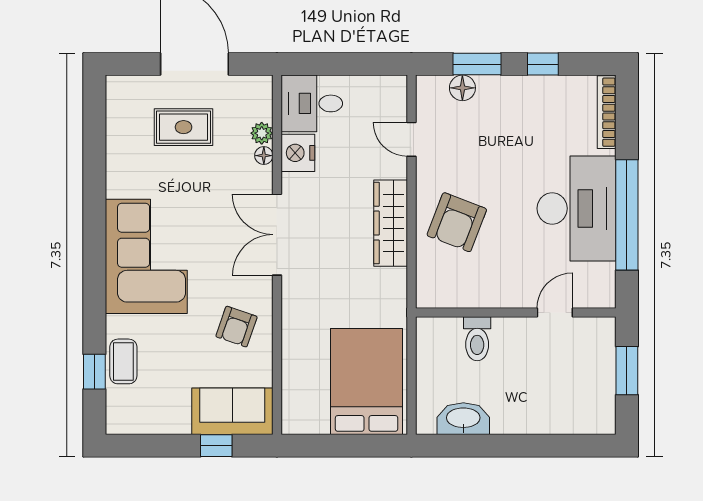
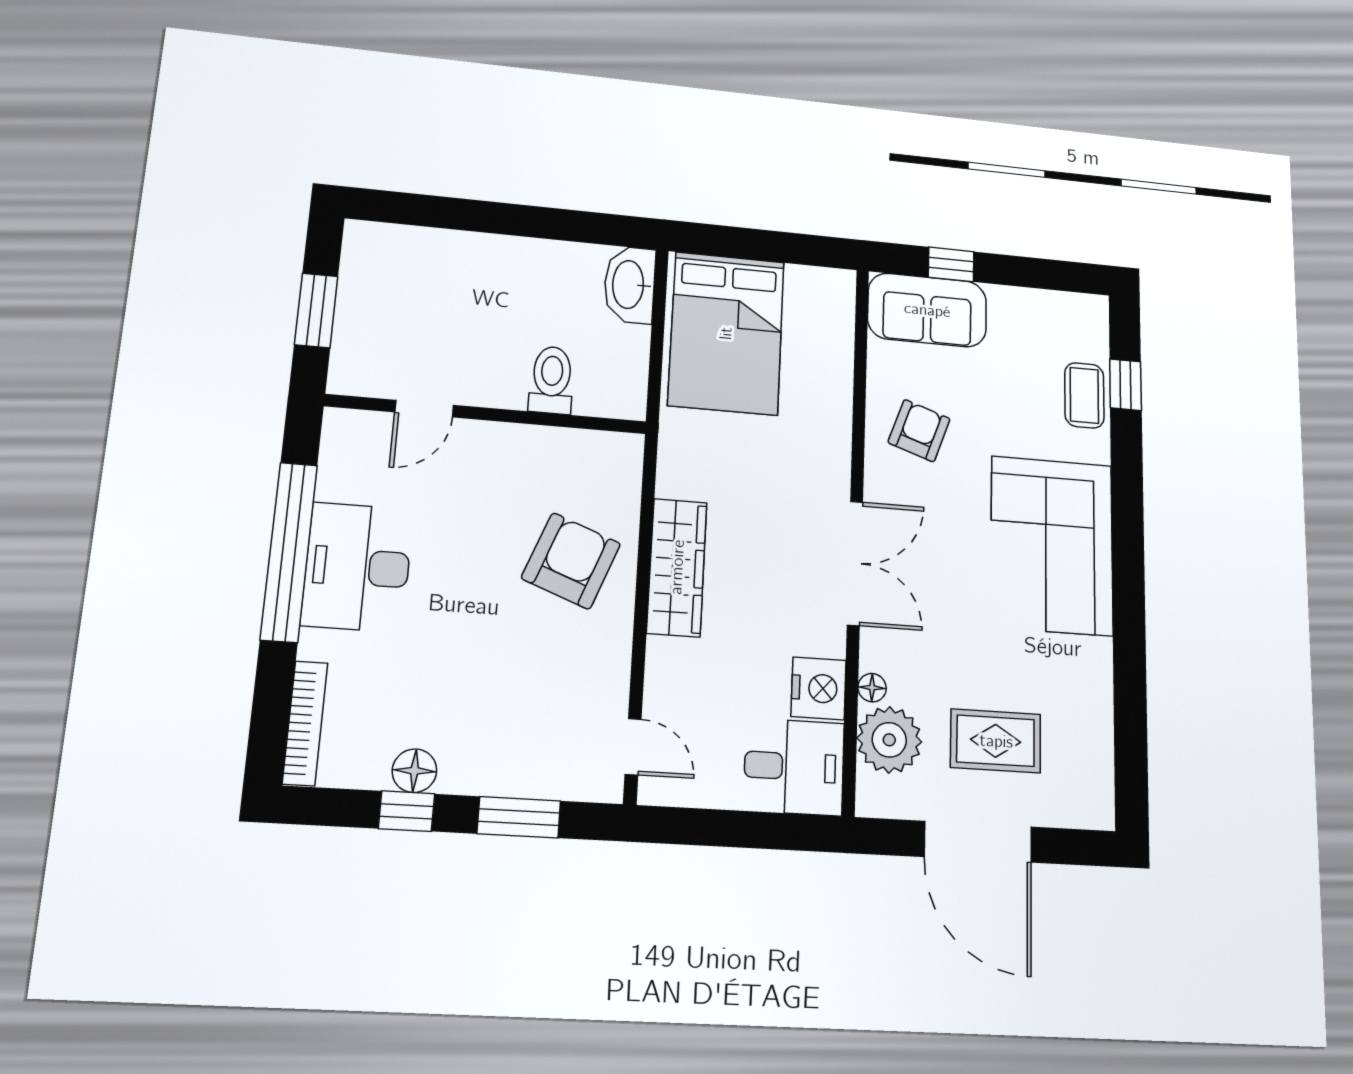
floor lamp: (462, 88) -> (414, 771), moved
plant: (262, 133) -> (889, 740), width x1.88, depth x1.88
door: (411, 139) -> (633, 747), moved
desk: (577, 208) -> (357, 567), width x0.73, depth x0.77
washbasin: (463, 419) -> (630, 285), moved, turned 90

